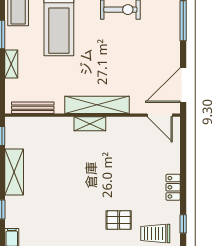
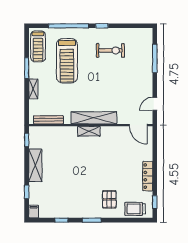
door: (183, 85) -> (155, 104), width x0.53
locker: (173, 187) -> (148, 176), width x1.53
pallet: (119, 220) -> (109, 199), turned 90

